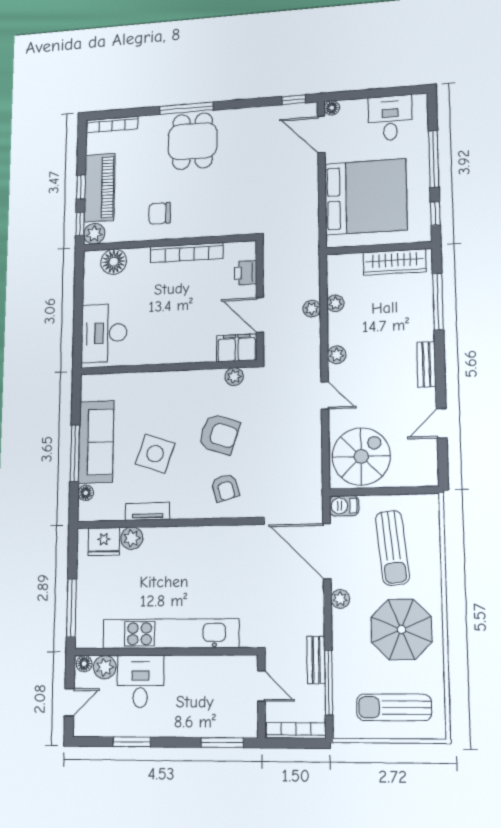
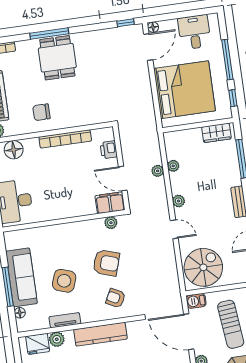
door: (321, 134) -> (148, 47), swing flipped
wardrobe: (395, 262) -> (216, 133), width x0.67
armchair: (225, 488) -> (116, 298), turned 134
kitchen counter: (196, 539) -> (100, 334), added

